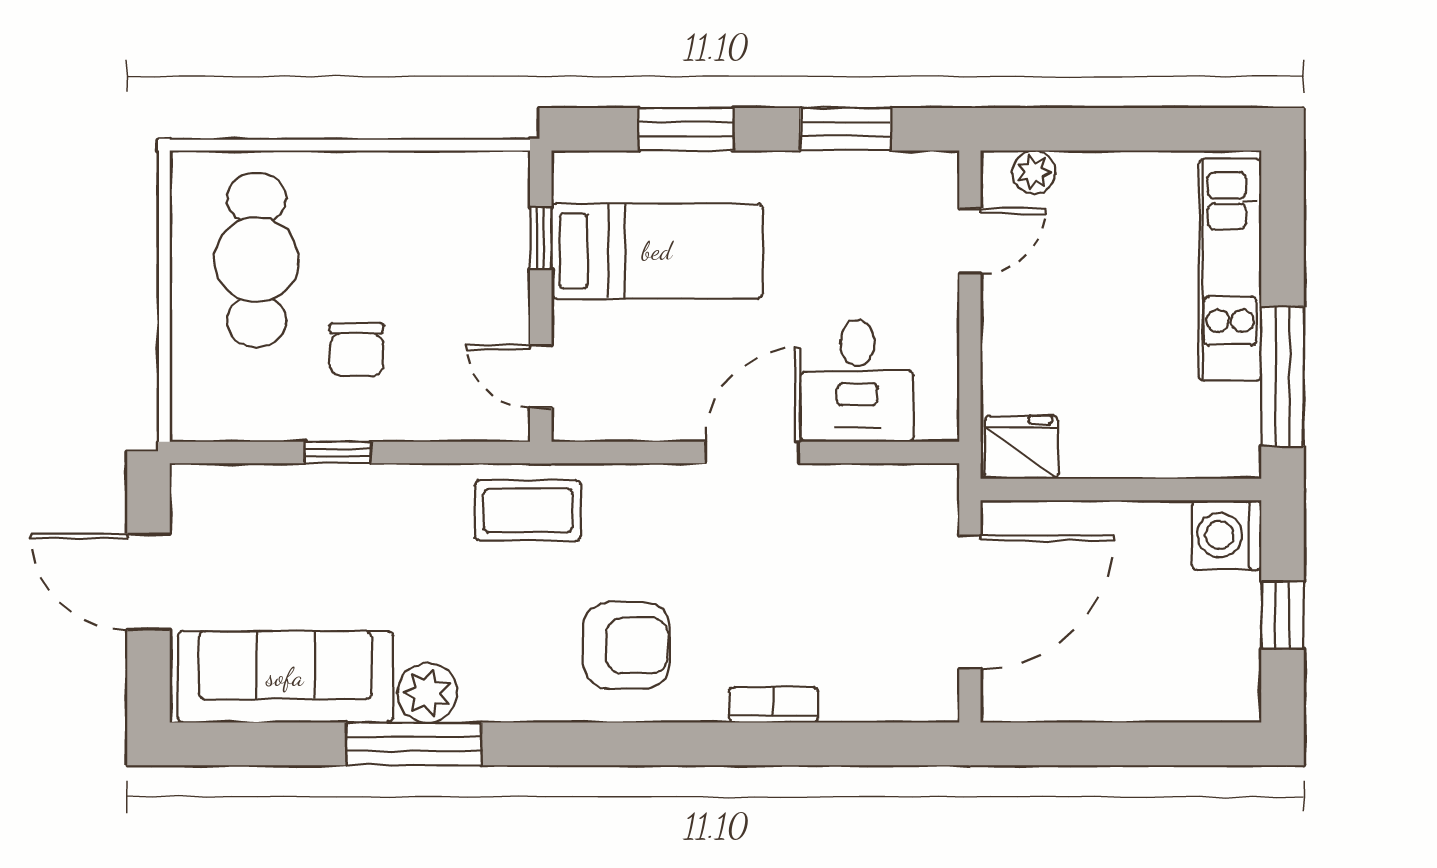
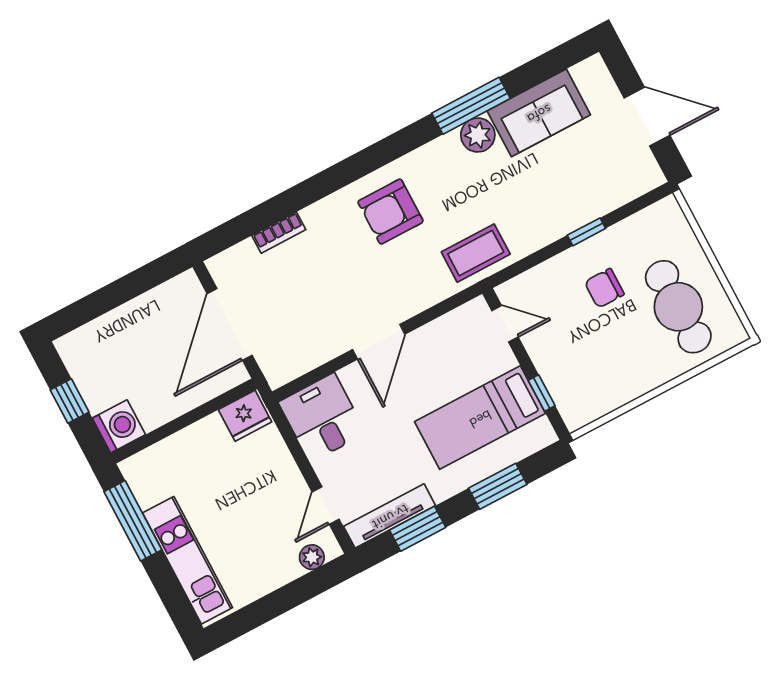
tv unit: (879, 172) -> (390, 516), added
chair: (357, 350) -> (604, 288), turned -90
desk: (857, 381) -> (322, 418), moved
sofa: (285, 677) -> (539, 113), width x0.73
bookcase: (773, 705) -> (279, 233), moved

